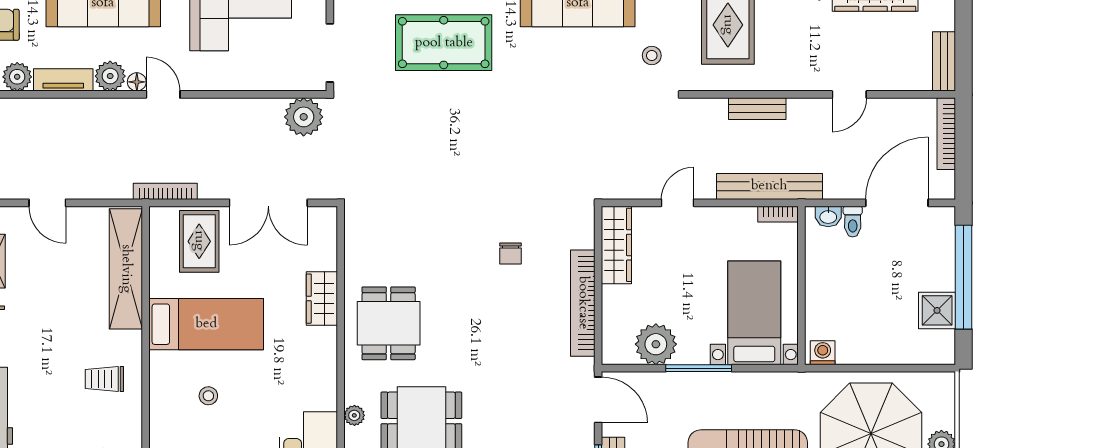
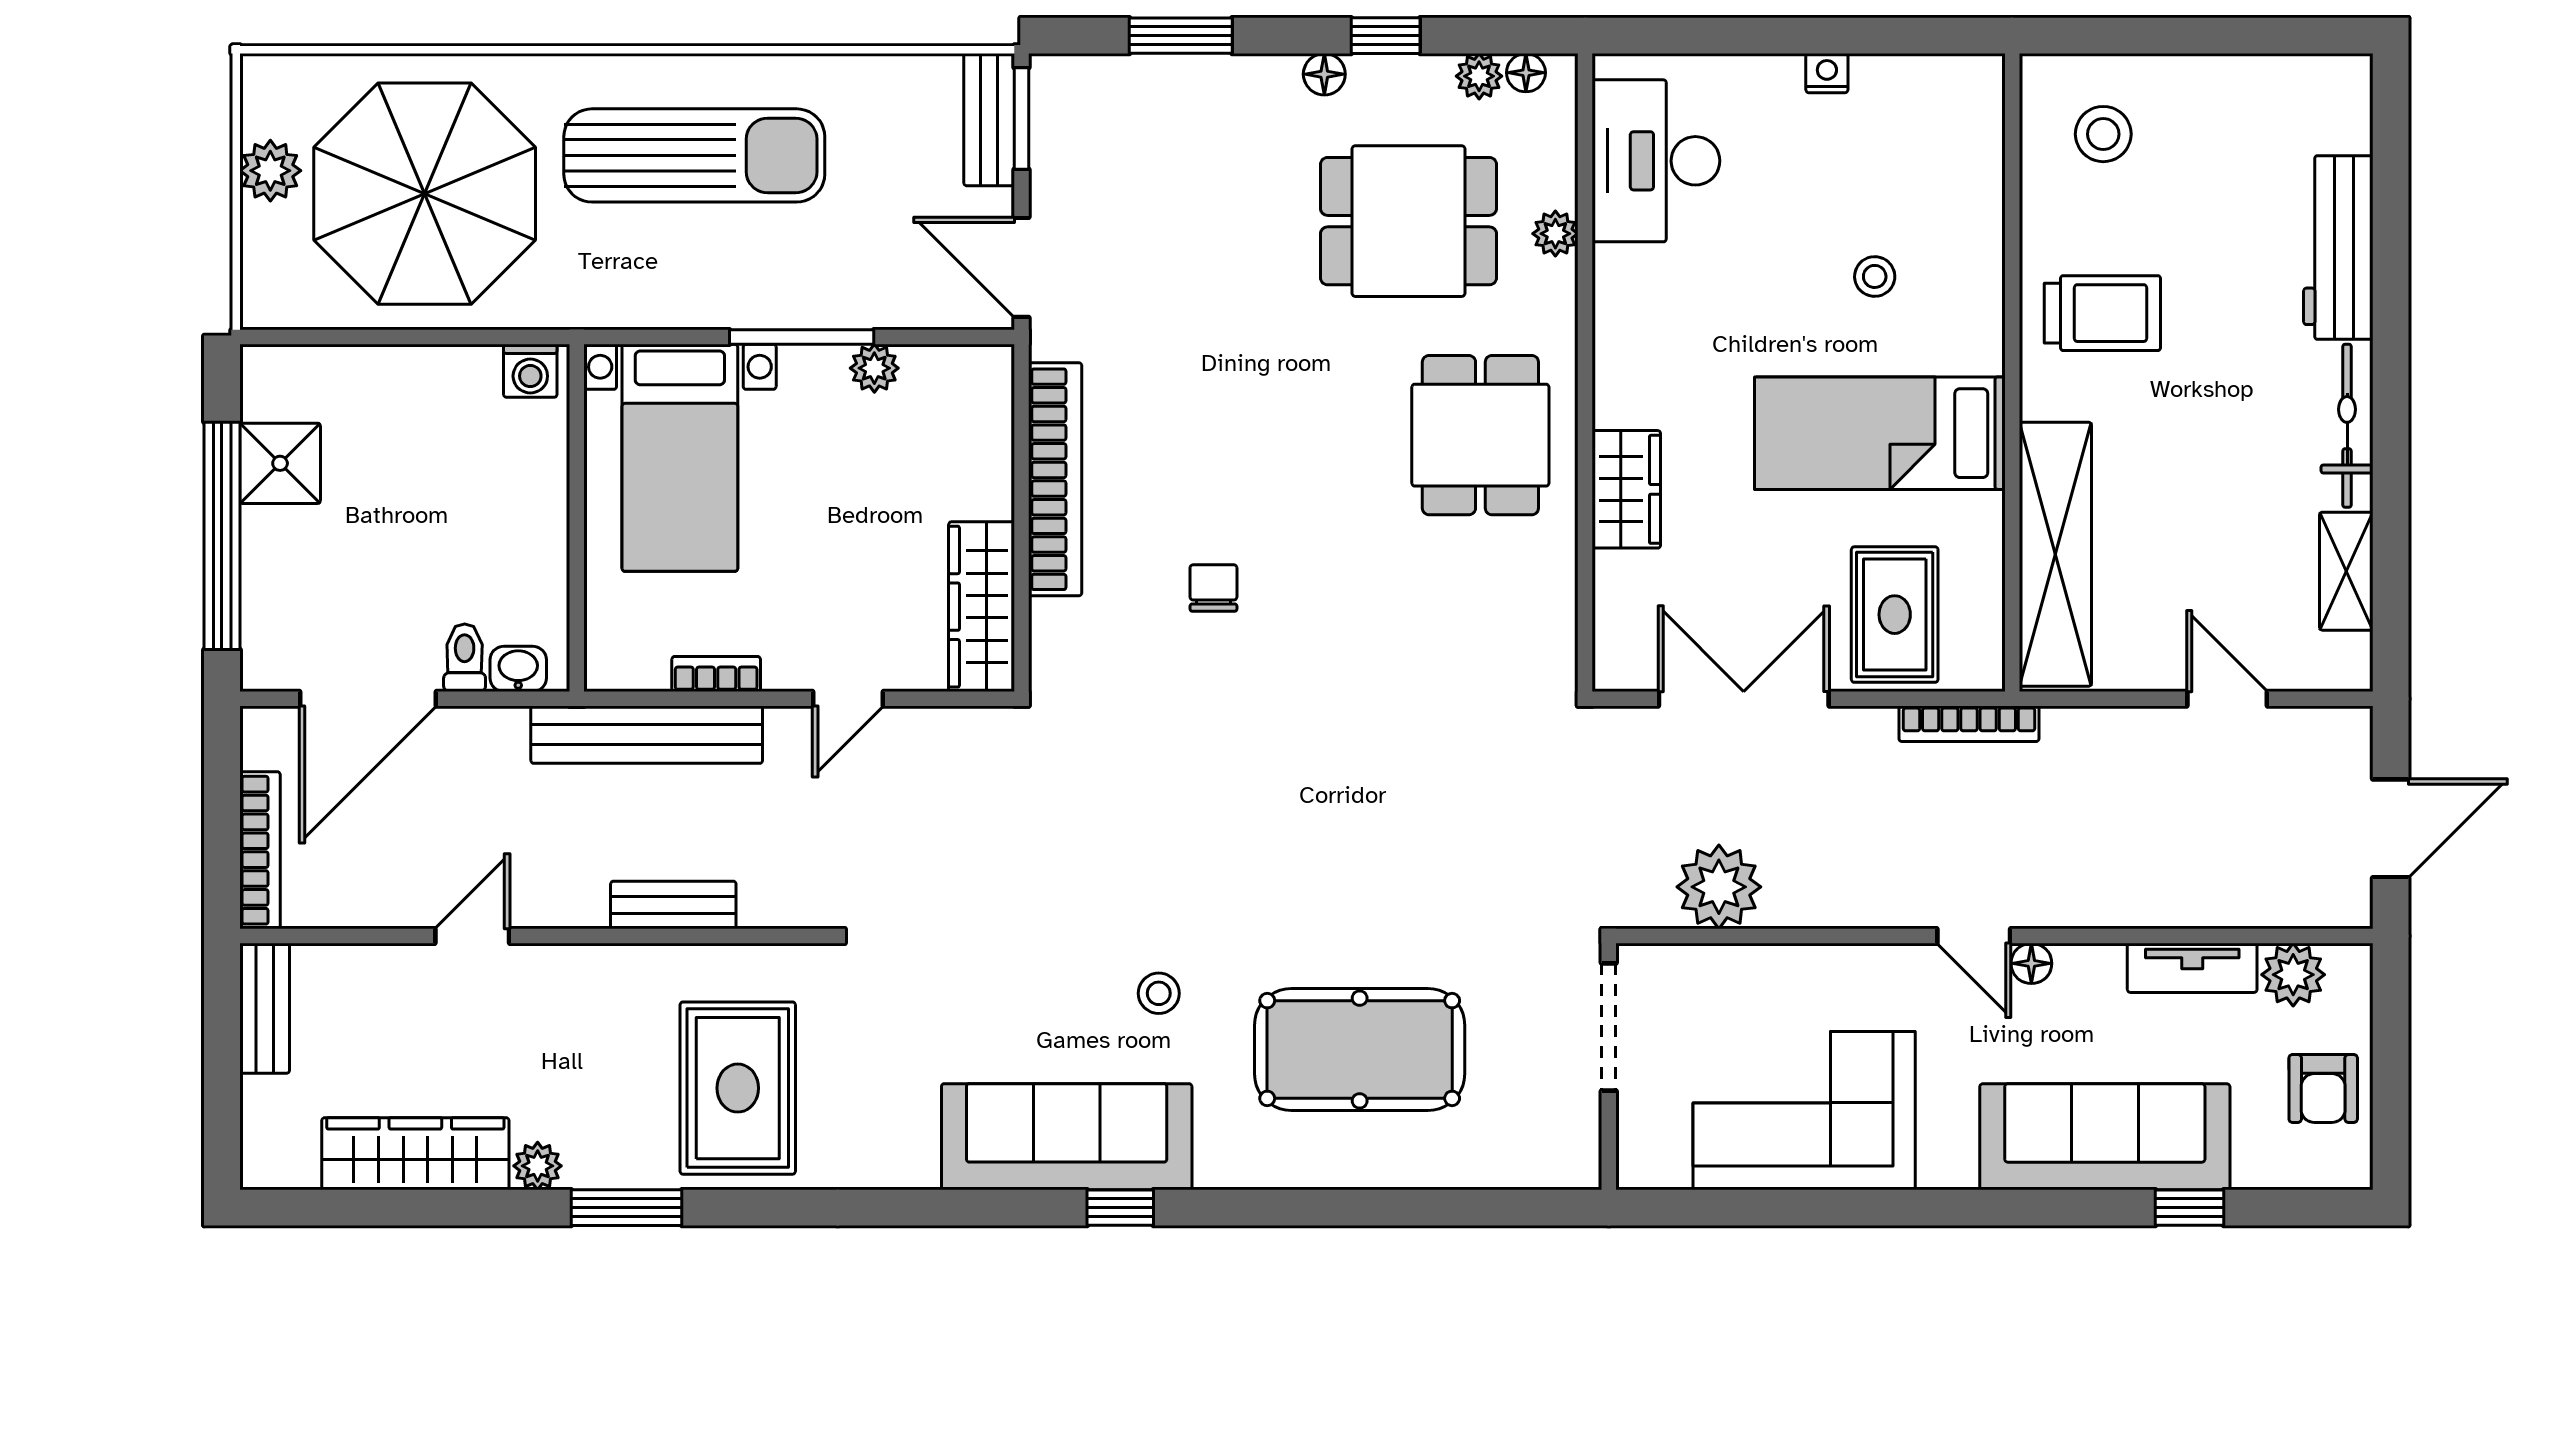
stool: (652, 56) -> (1159, 993), moved
plant: (110, 76) -> (2090, 976), removed
plant: (304, 117) -> (1719, 887), moved
bookcase: (778, 214) -> (716, 674), moved
plant: (656, 344) -> (874, 368), width x0.53, depth x0.53
trolley: (104, 379) -> (2102, 313), width x1.36, depth x1.39

